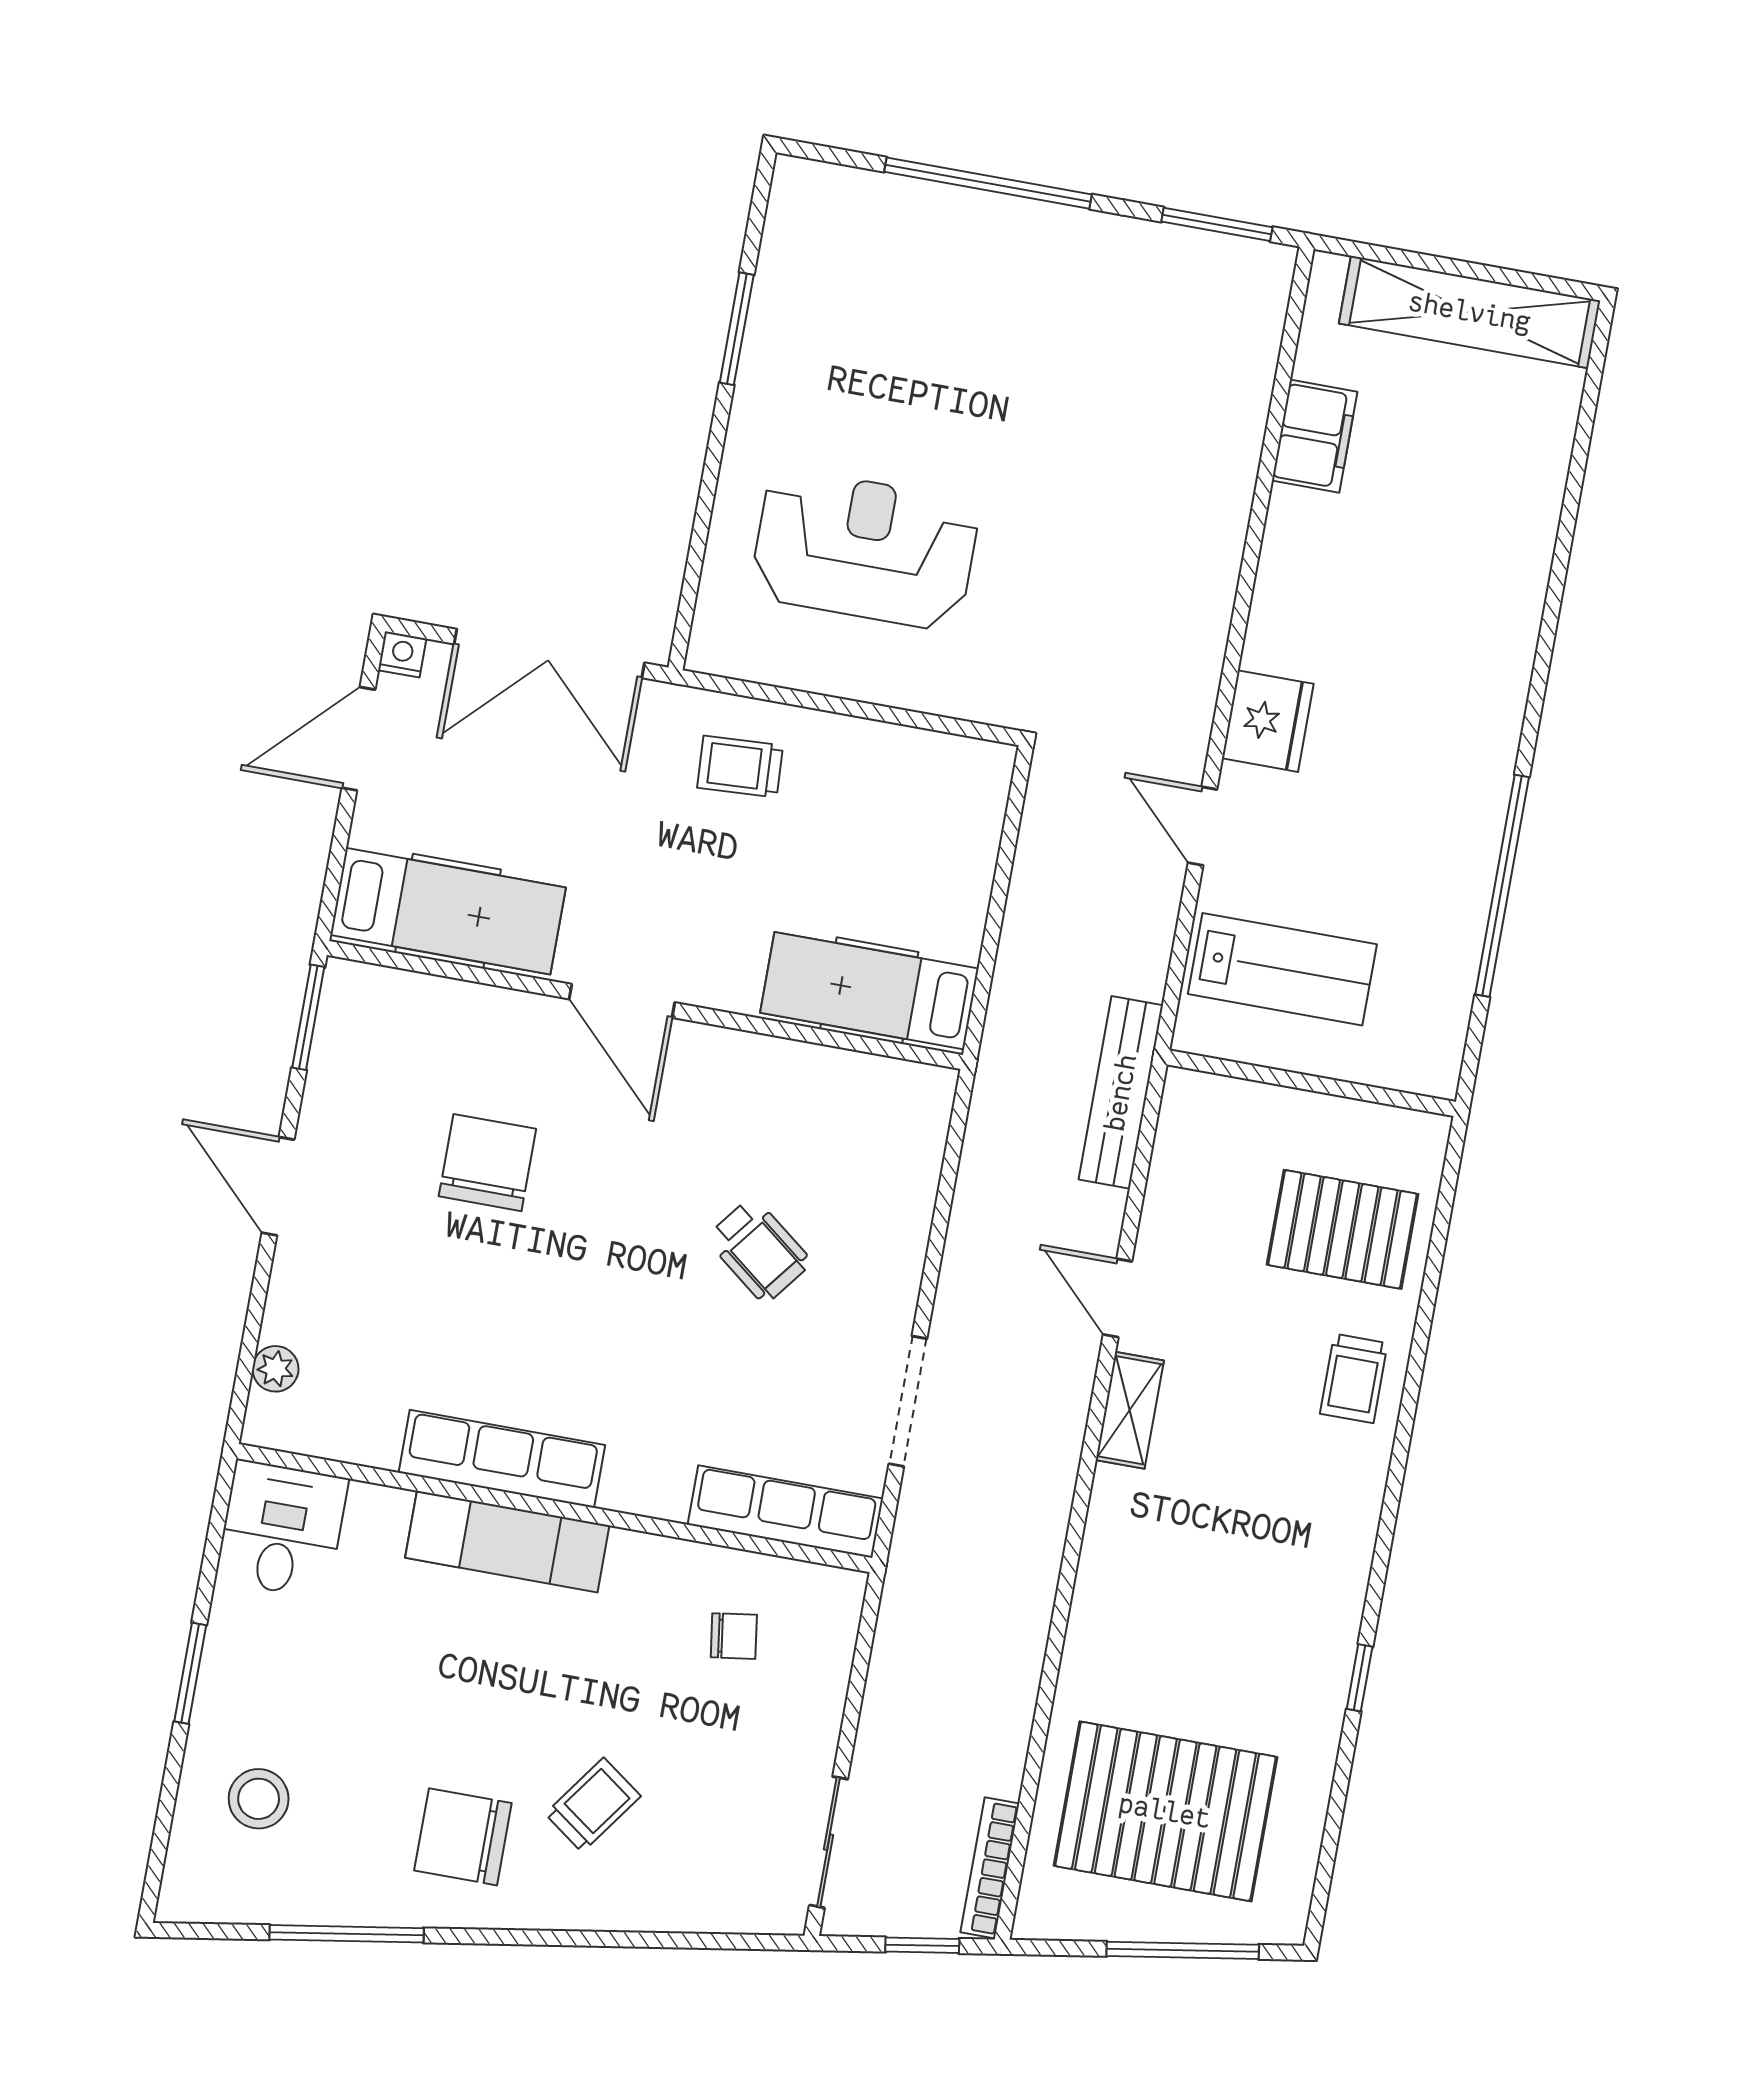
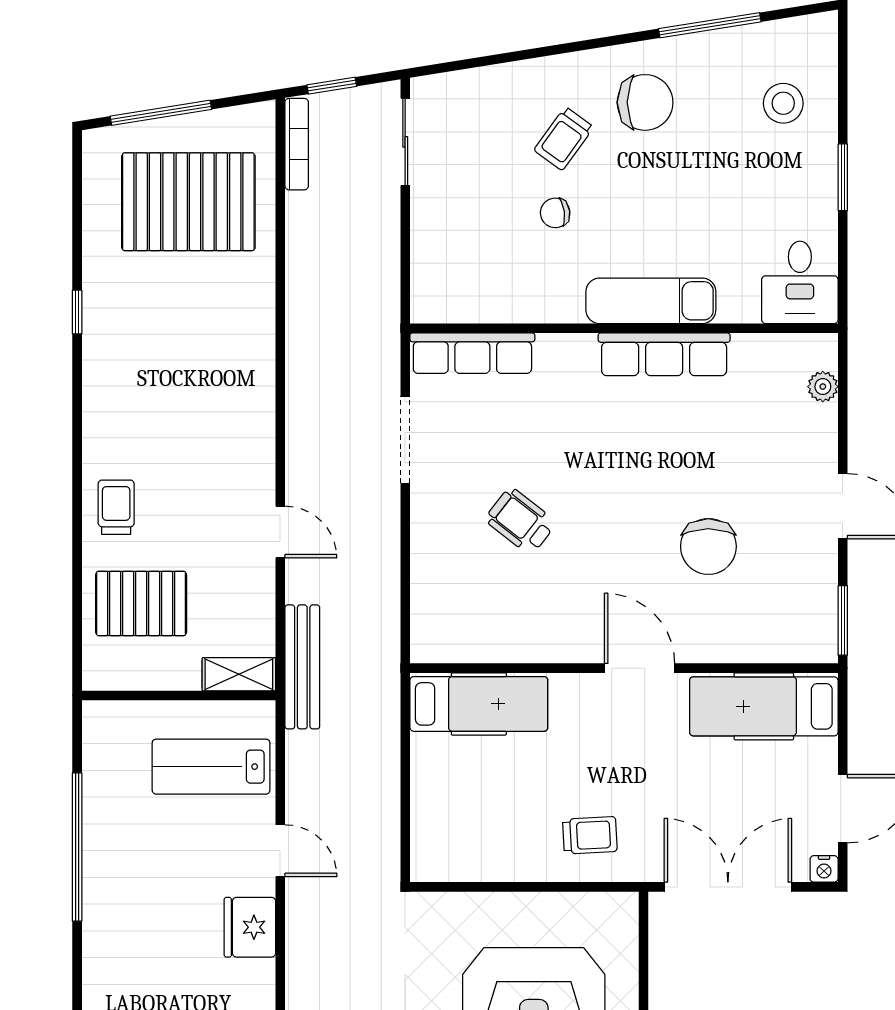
shelving: (1130, 1410) -> (239, 674), moved, turned 90
chair: (734, 1636) -> (555, 213), moved

